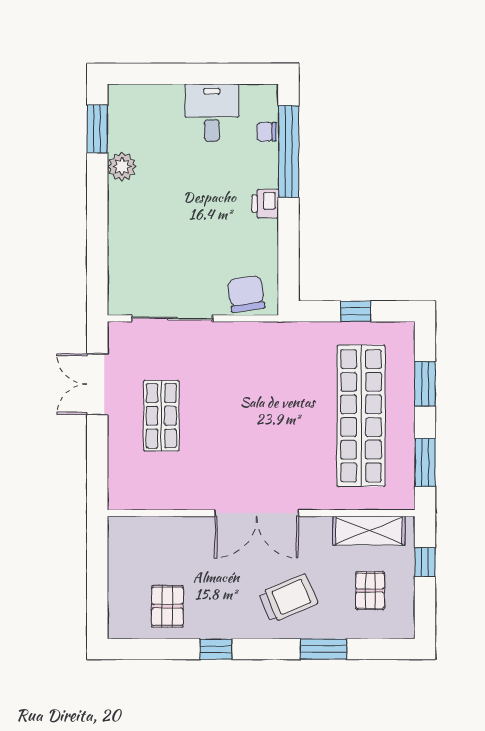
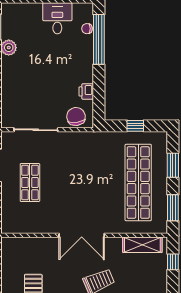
printer: (265, 204) -> (86, 91), moved
pallet: (370, 591) -> (143, 277), removed

